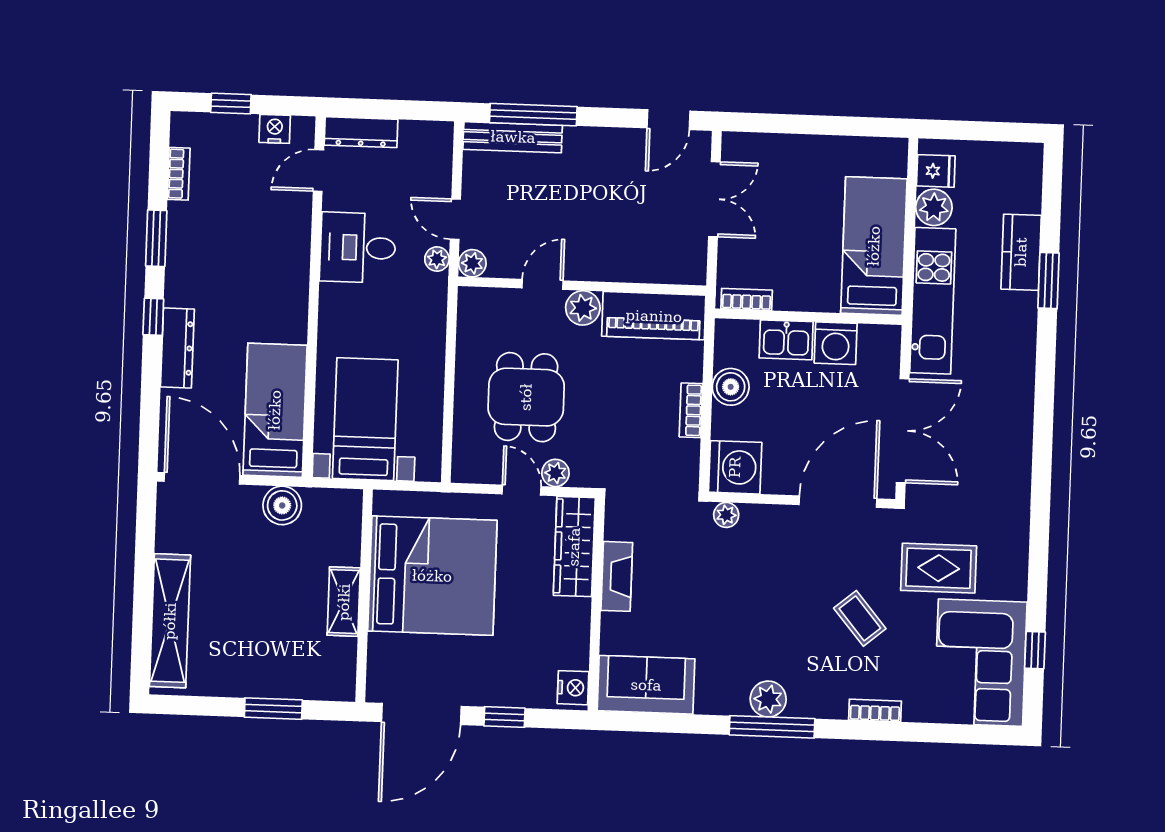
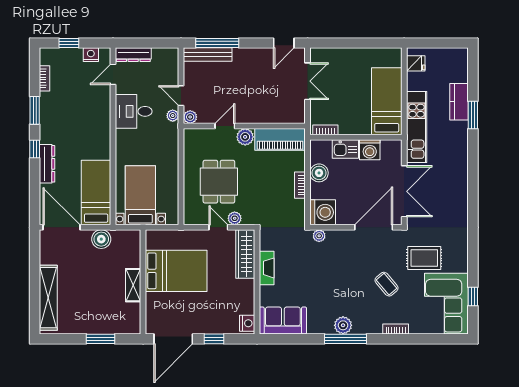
plant: (934, 207) -> (415, 81), removed
bed: (432, 576) -> (176, 271), width x0.73

